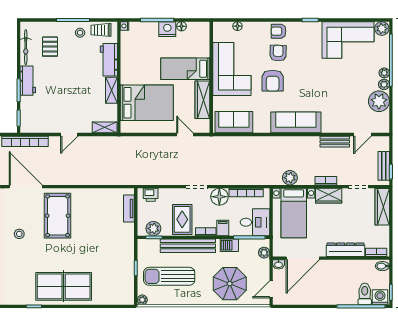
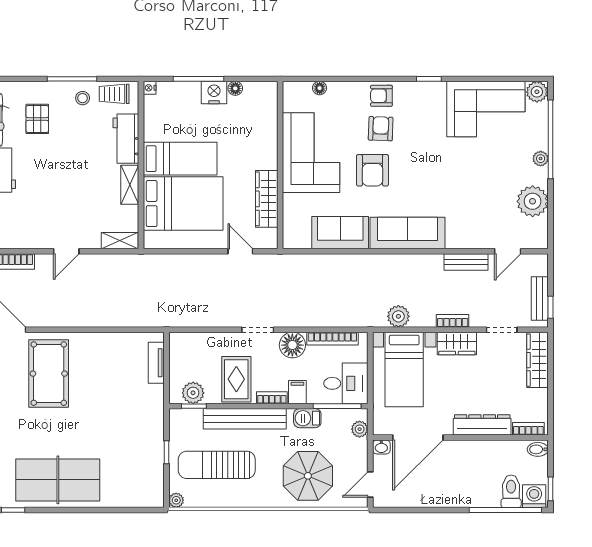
bed: (185, 69) -> (180, 159), moved, turned 180
plant: (384, 84) -> (540, 176), removed
sofa: (234, 122) -> (340, 233), moved
printer: (151, 195) -> (189, 342), removed

